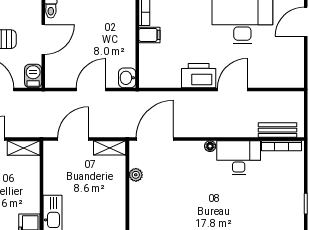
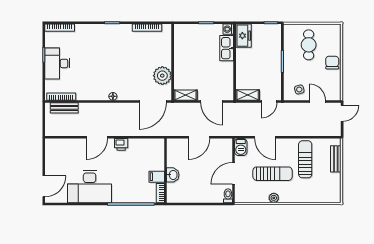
printer: (199, 76) -> (121, 144), width x0.53, depth x0.68
washbasin: (127, 78) -> (173, 175), moved
door: (73, 139) -> (212, 101), hinge flipped
desk: (239, 158) -> (57, 63), moved, turned 90
plant: (136, 175) -> (162, 76), width x1.88, depth x1.88

